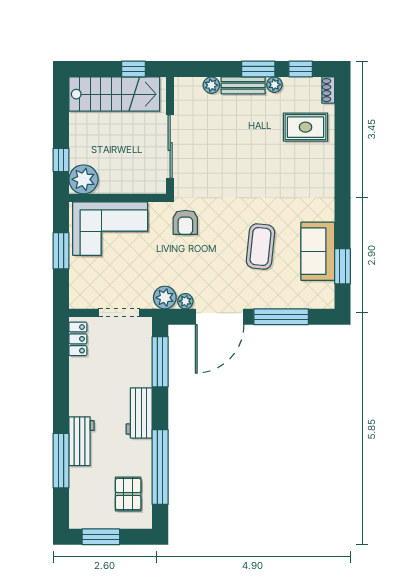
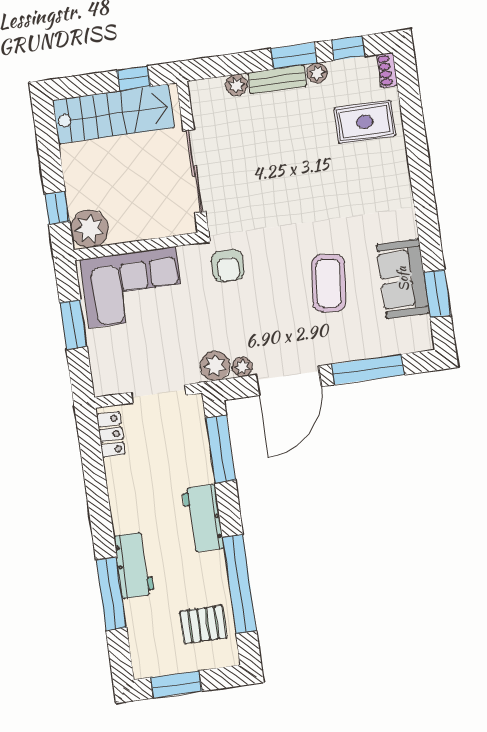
pallet: (128, 494) -> (203, 624), turned 90

